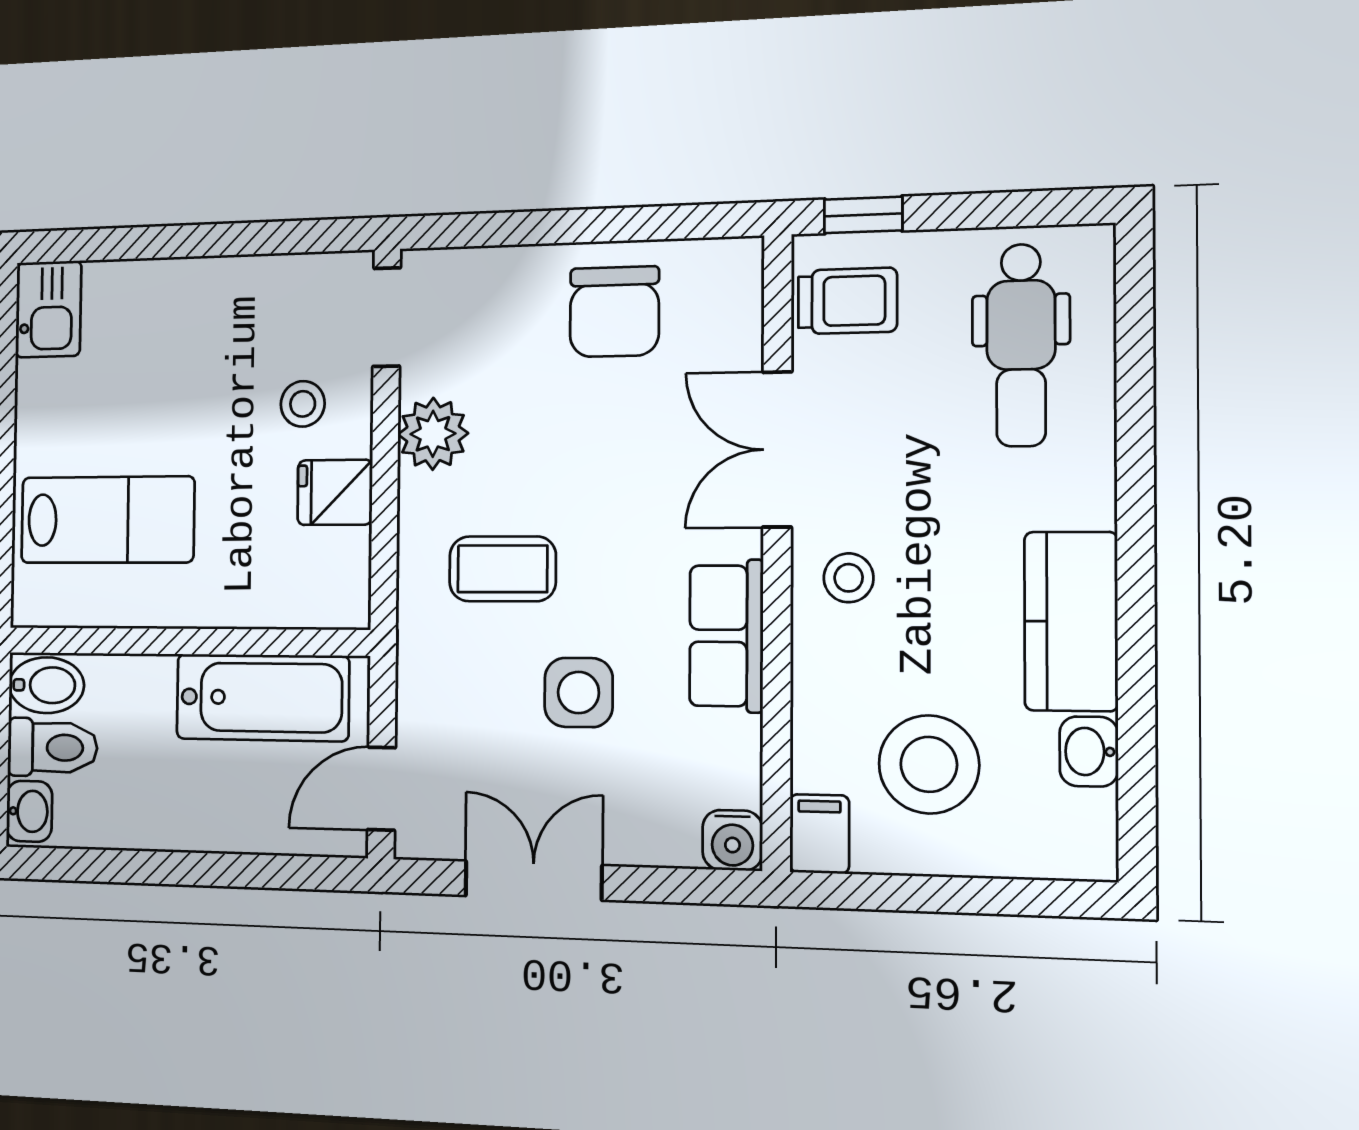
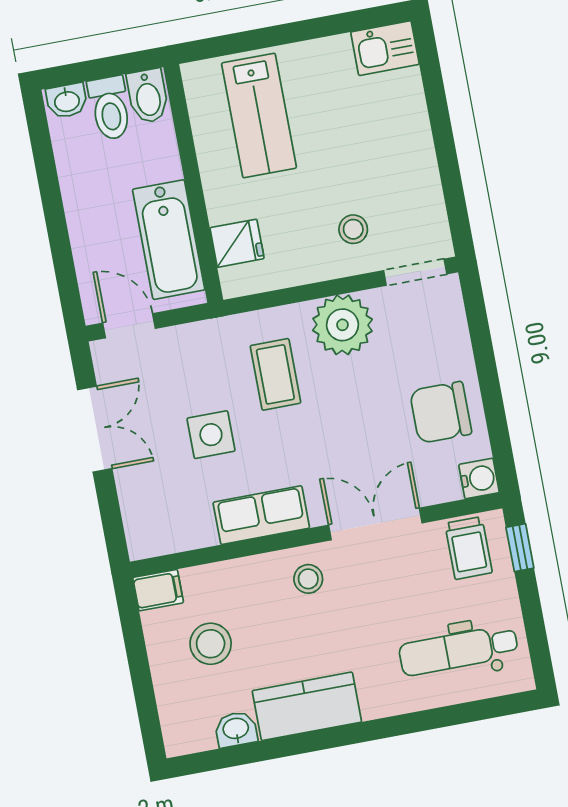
plant: (433, 434) -> (342, 325), width x1.36, depth x1.36
fridge: (335, 492) -> (237, 243), moved, turned 90
stool: (929, 764) -> (211, 644), width x0.73, depth x0.73
water cooler: (732, 840) -> (479, 479), moved, turned 180

